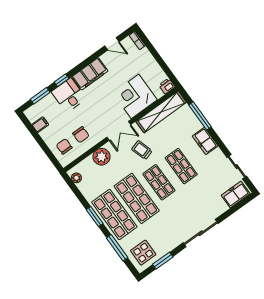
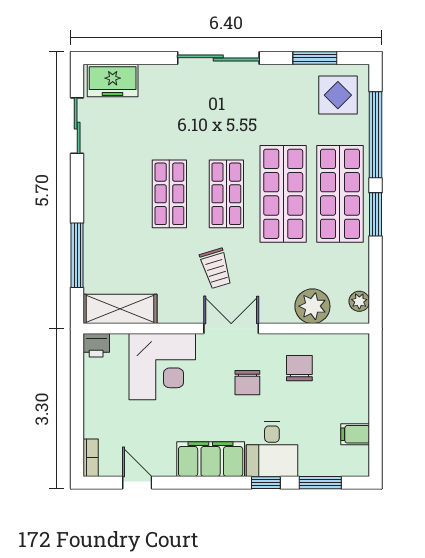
shelving: (161, 112) -> (120, 309), width x0.68
freezer: (205, 141) -> (99, 207), removed
chair: (64, 146) -> (247, 383), moved
plant: (102, 157) -> (312, 306), moved
window: (117, 248) -> (376, 135), width x1.46

